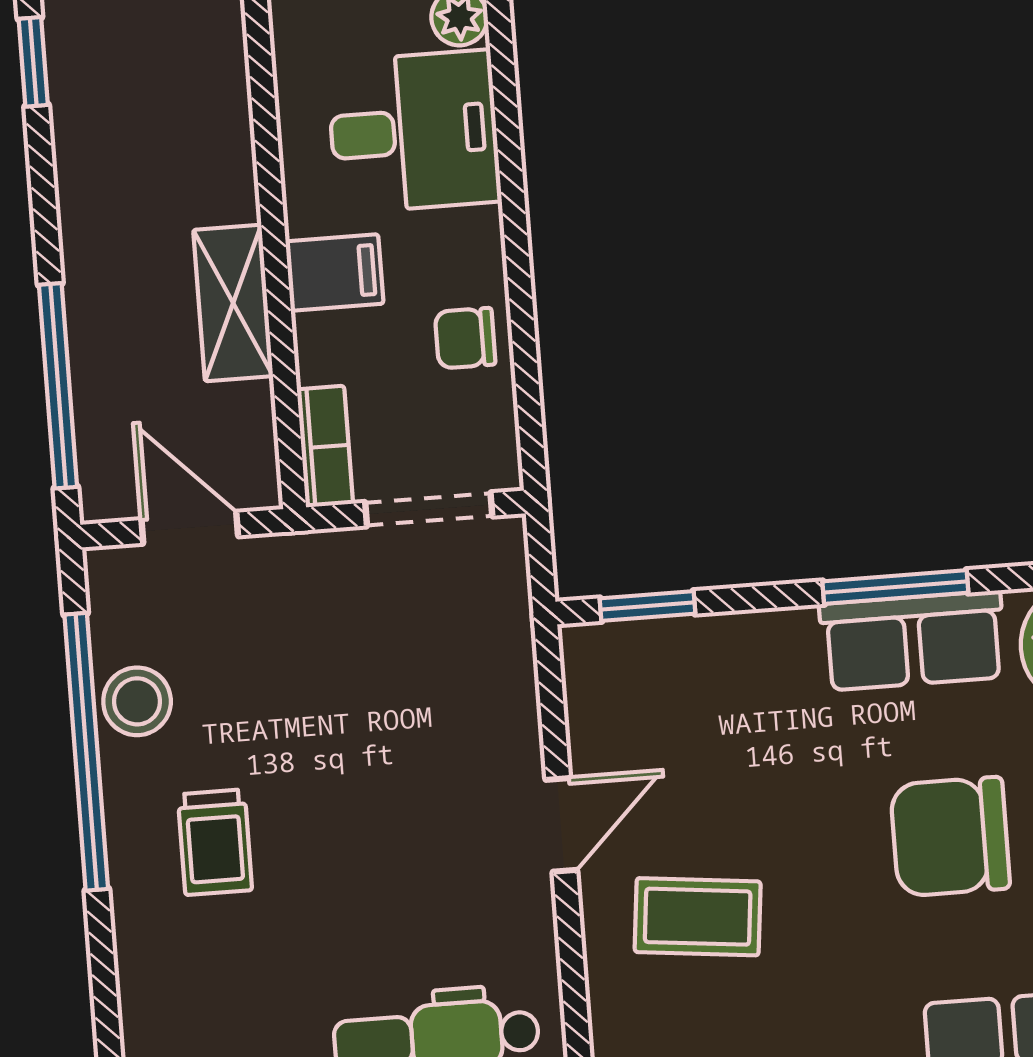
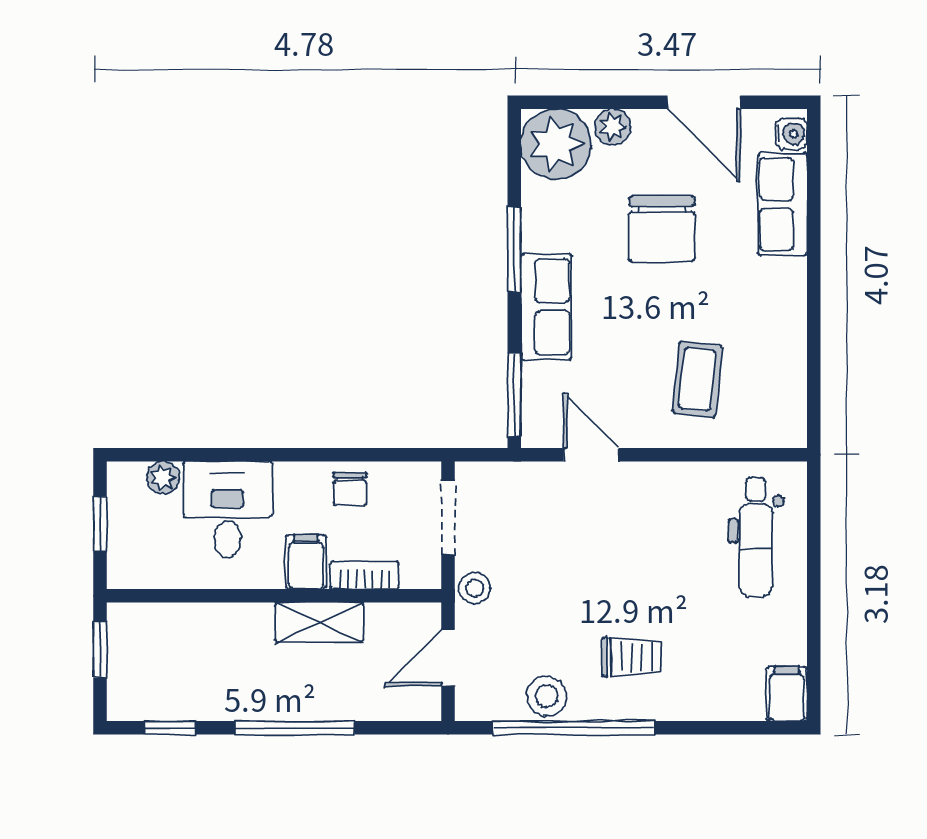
window: (58, 386) -> (295, 728), moved
bookcase: (325, 447) -> (364, 575), moved
stool: (312, 564) -> (475, 588), added
window: (647, 606) -> (514, 395), width x1.50
row of seats: (913, 641) -> (546, 307), moved
door: (561, 825) -> (591, 455), moved

